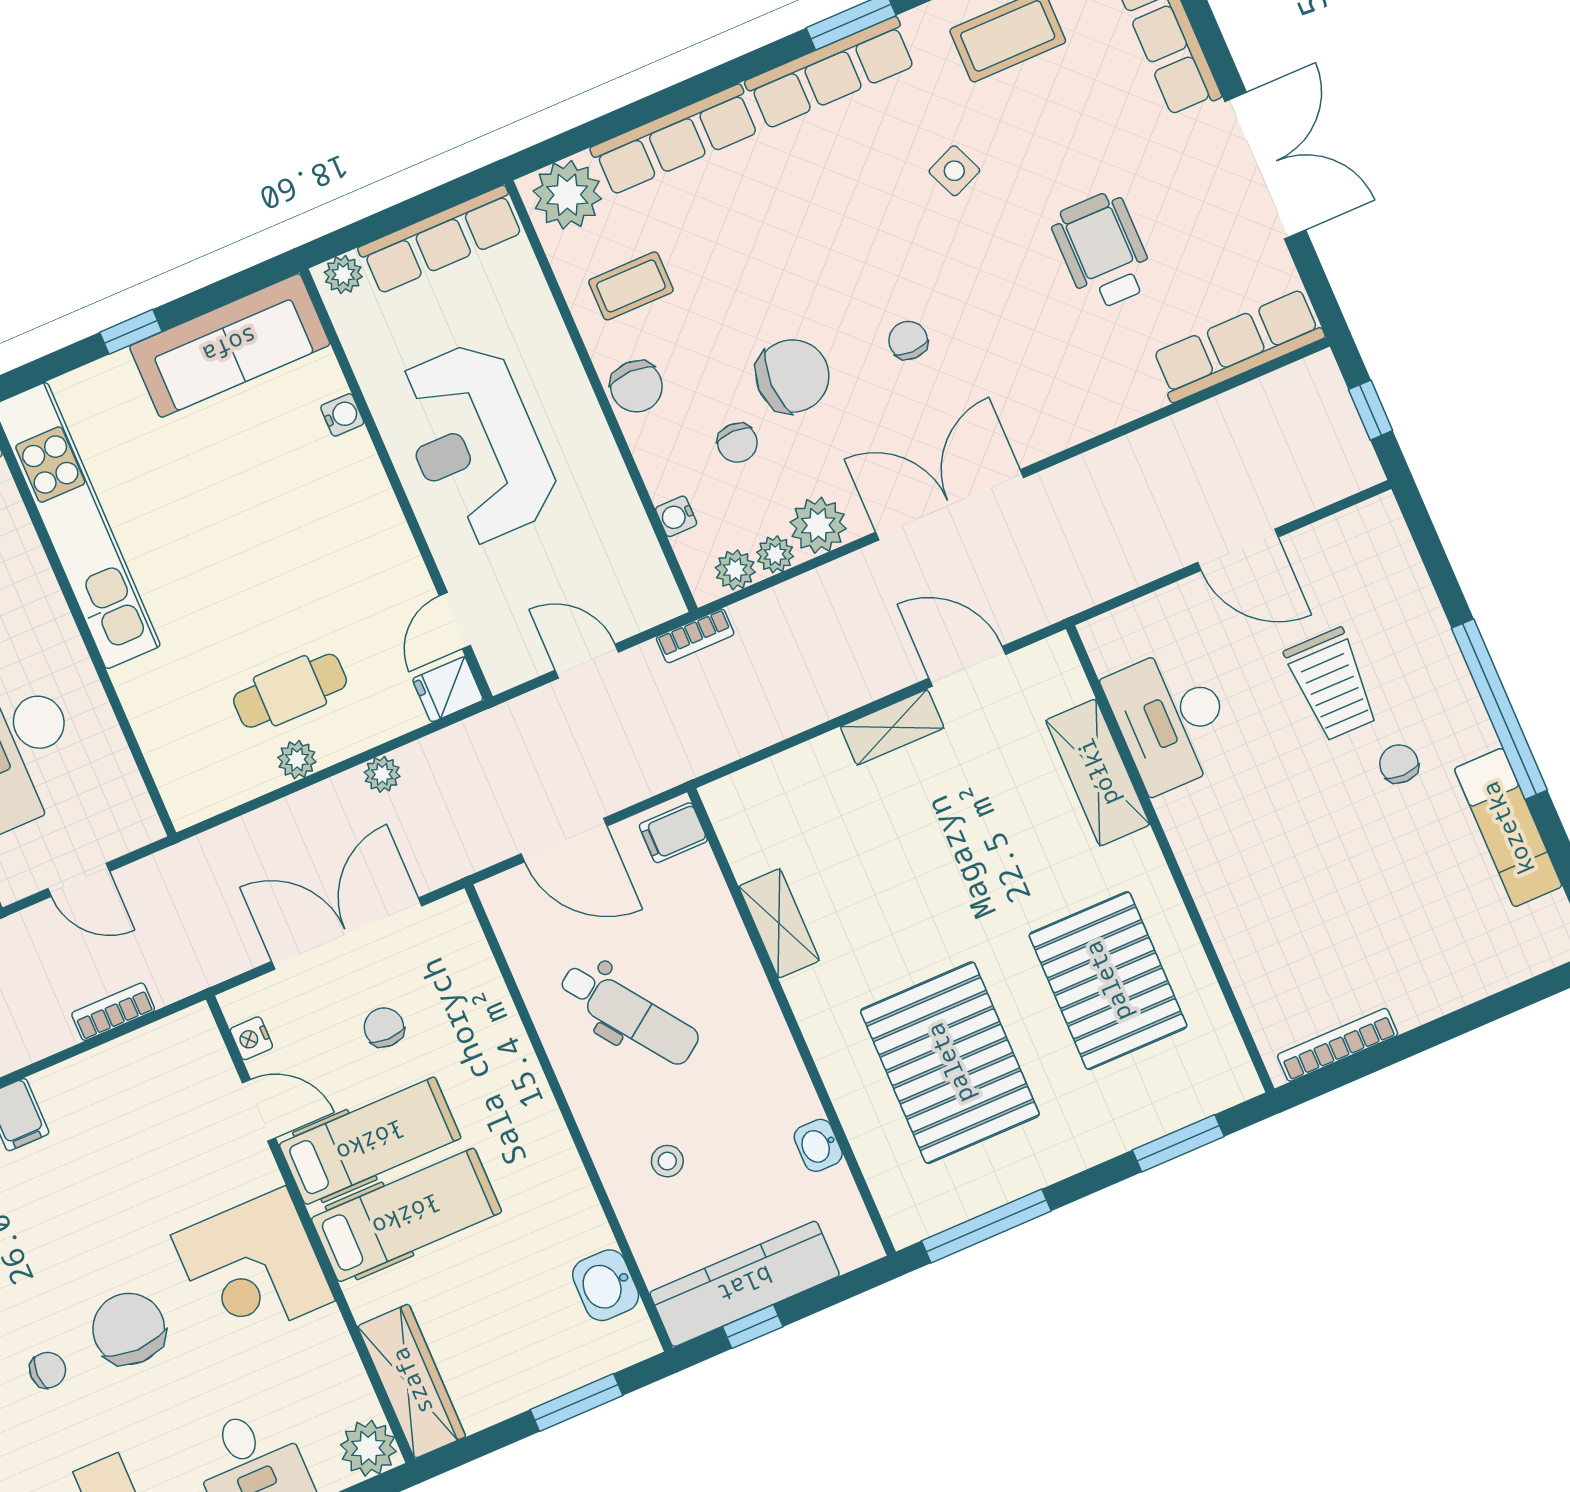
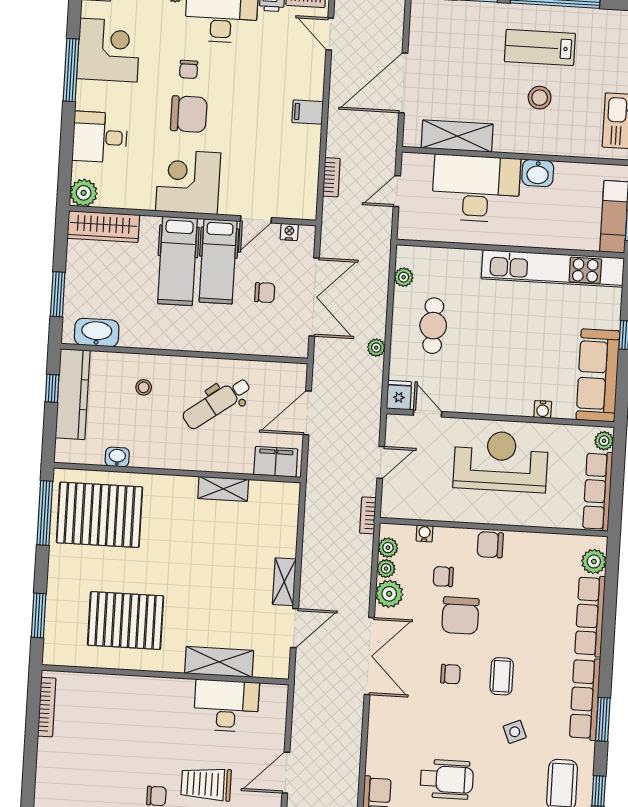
plant: (567, 195) -> (594, 561), width x0.73, depth x0.73
coffee table: (631, 286) -> (502, 676), moved
plant: (297, 760) -> (404, 277), moved
filing cabinet: (673, 833) -> (276, 462), width x2.00
pallet: (950, 1063) -> (99, 515), moved
washbasin: (606, 1285) -> (97, 333), width x1.38

